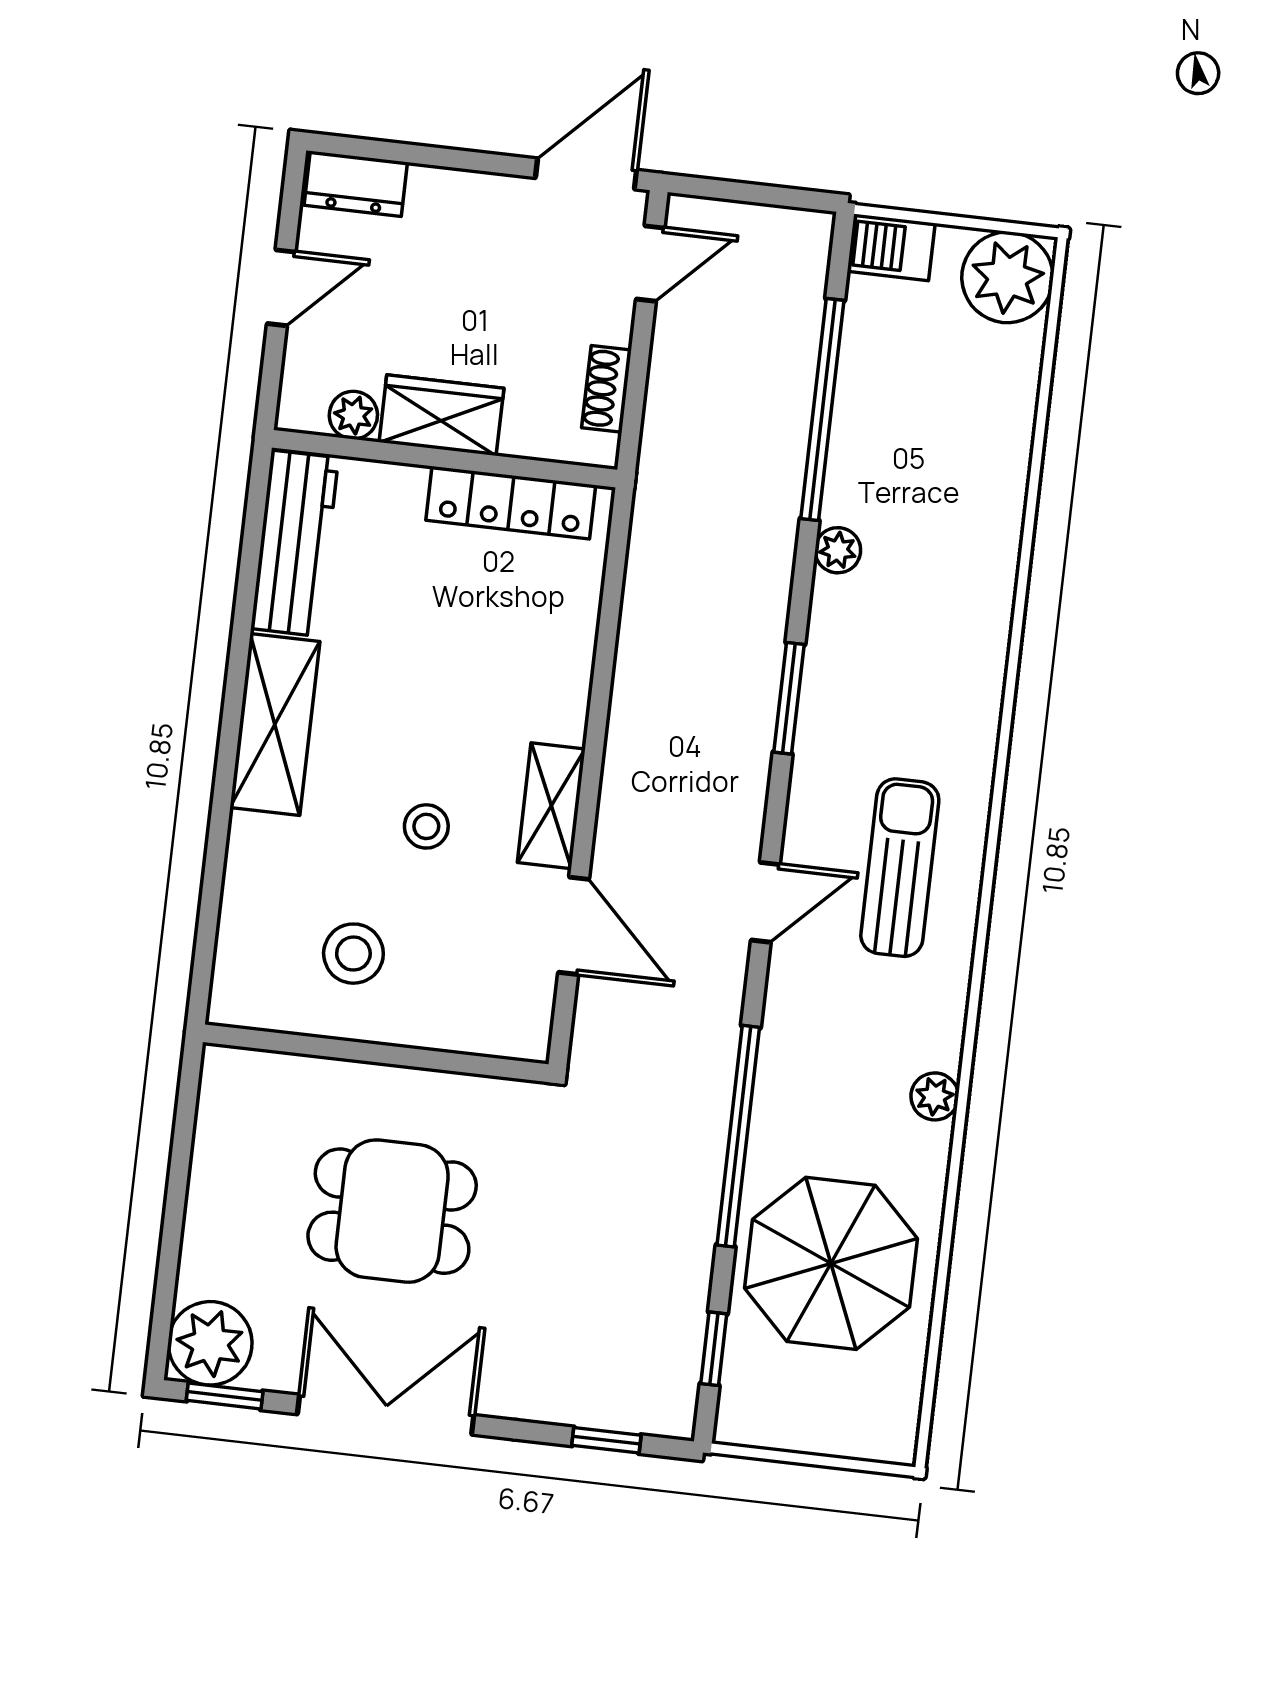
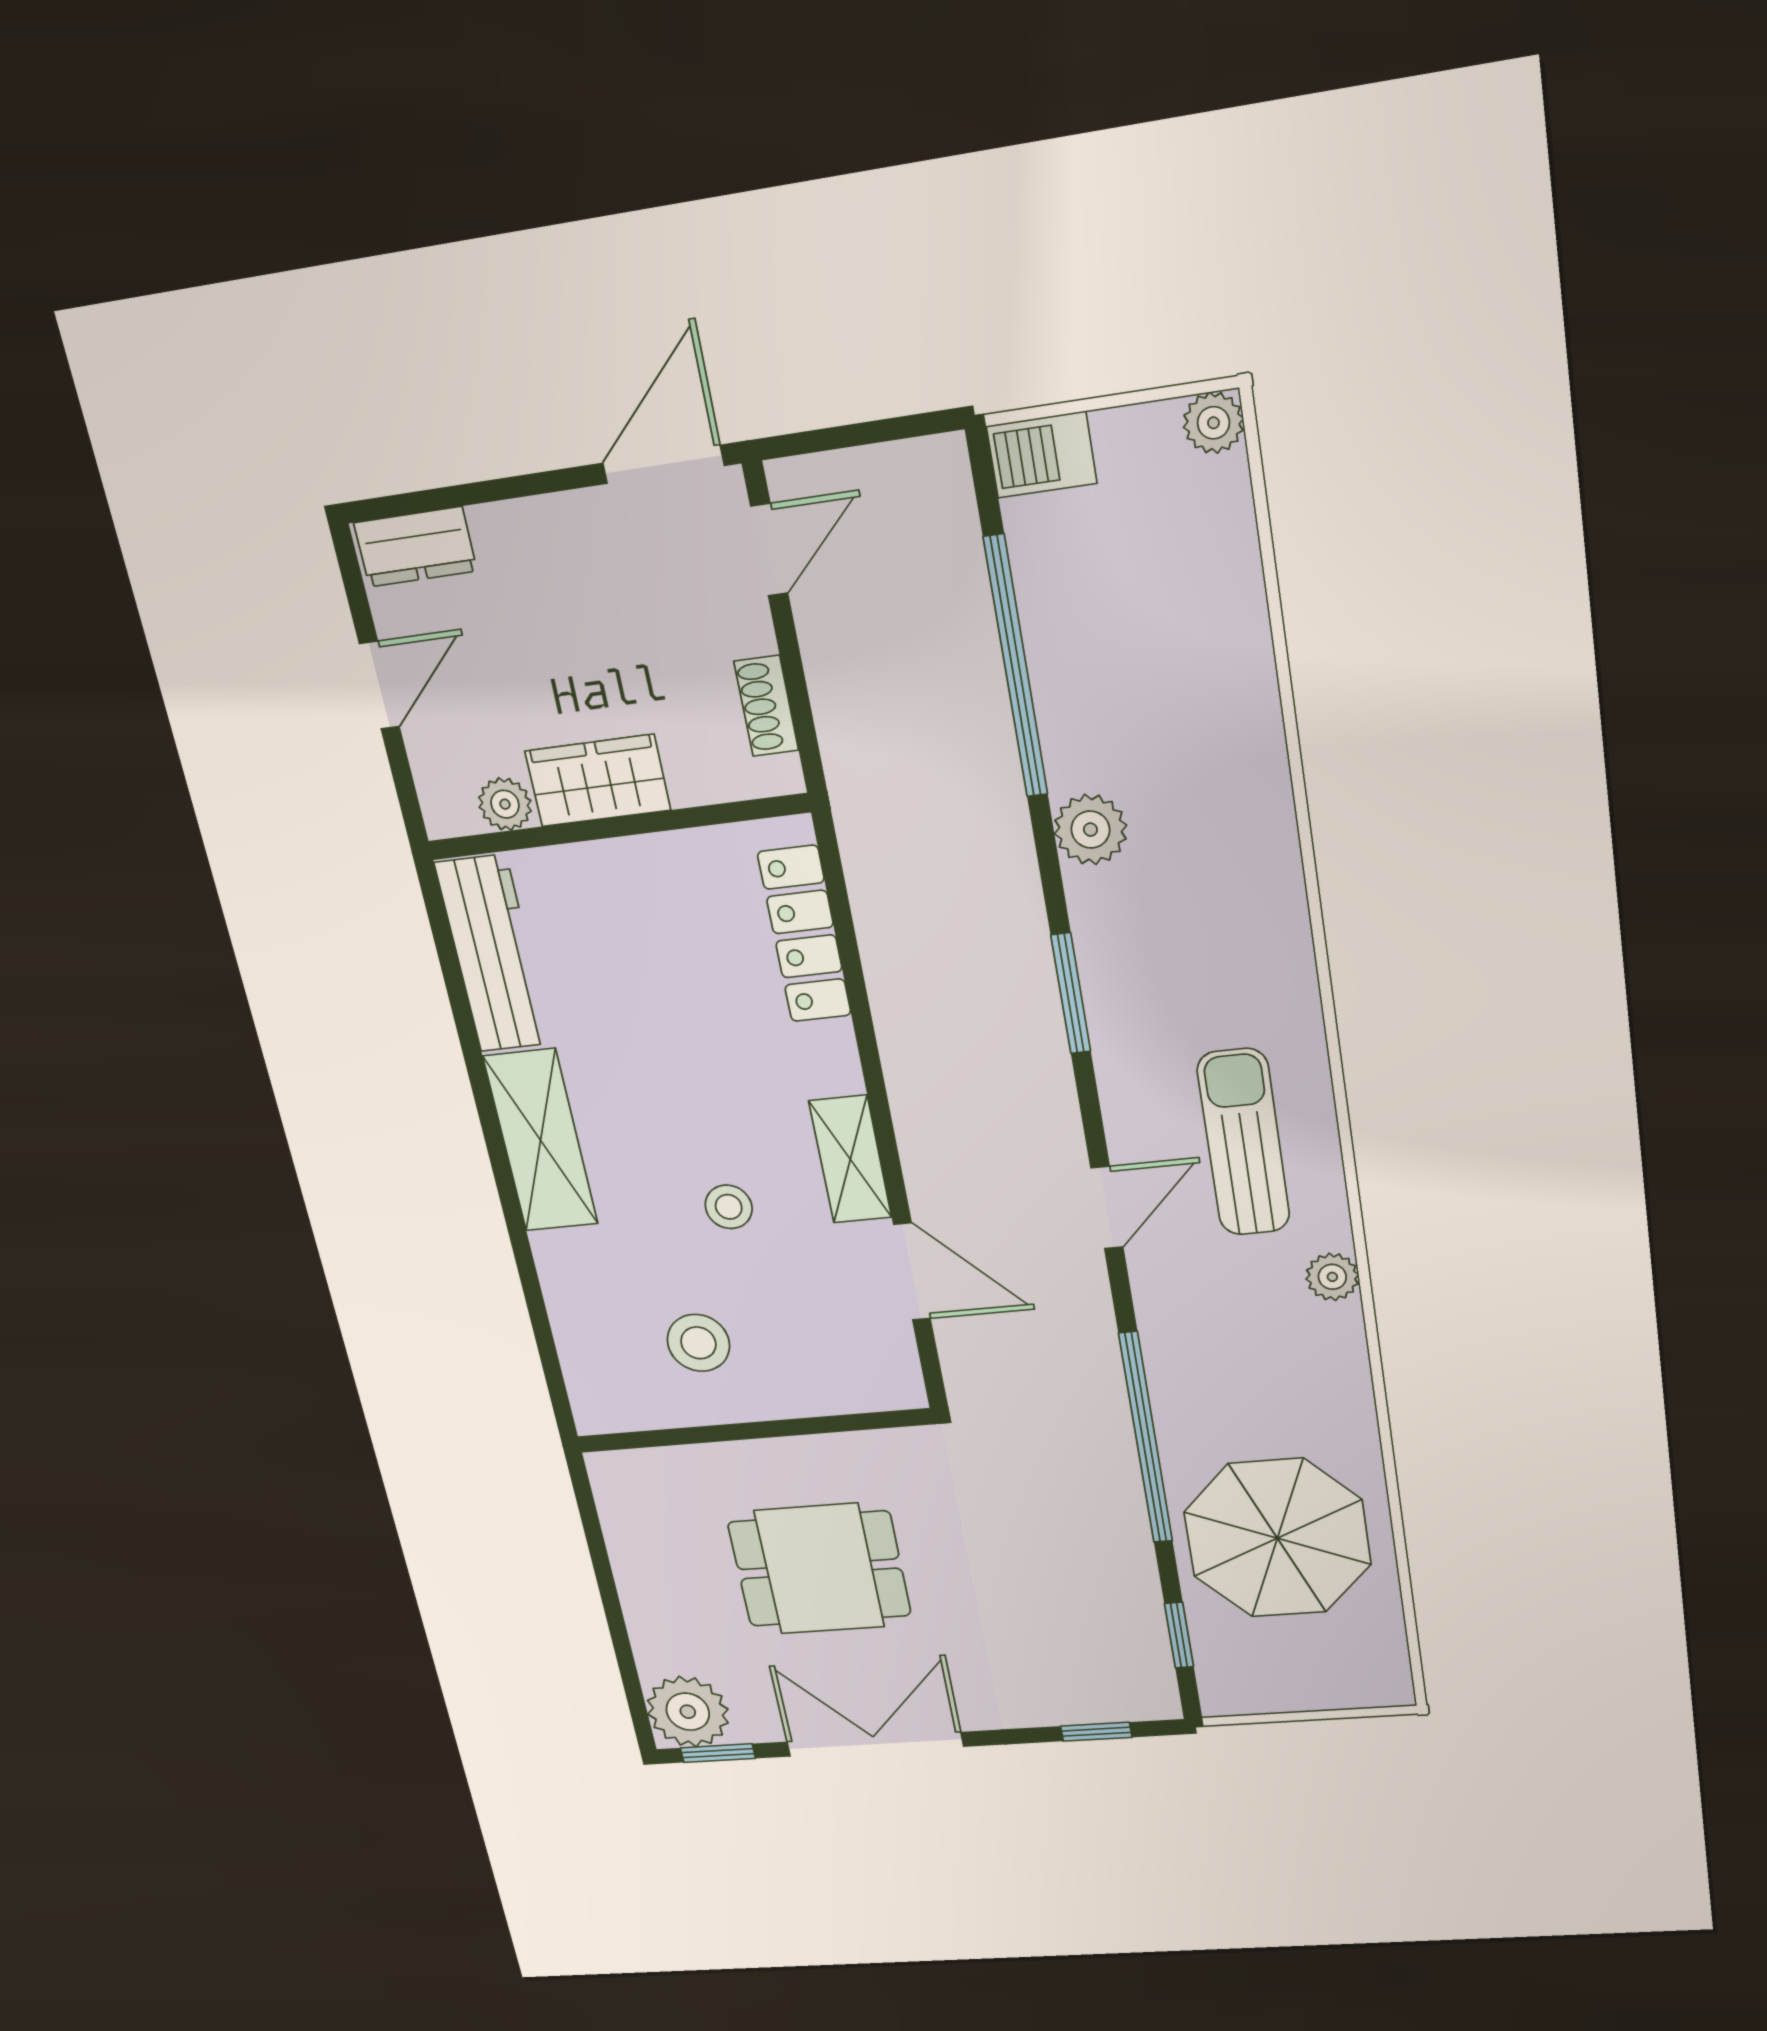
plant: (1007, 277) -> (1213, 423), width x0.53, depth x0.53
locker: (511, 503) -> (804, 934), moved, turned 90
plant: (838, 550) -> (1090, 830), width x1.38, depth x1.38
plant: (935, 1096) -> (1332, 1277), moved

